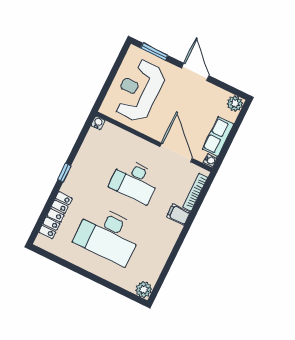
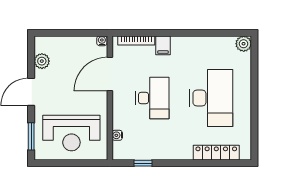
plant: (235, 104) -> (42, 61), moved
water cooler: (98, 123) -> (117, 135), moved
row of seats: (218, 137) -> (78, 44), removed
window: (64, 173) -> (143, 163), moved

